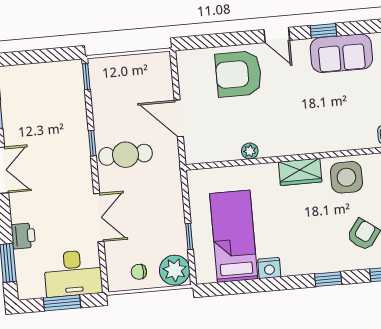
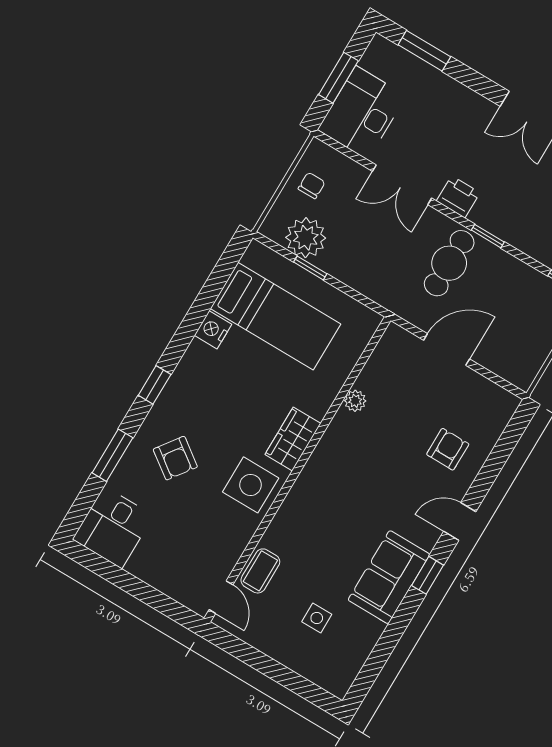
armchair: (238, 74) -> (448, 449), width x0.53, depth x0.53
printer: (23, 236) -> (458, 197), moved, turned 180
plant: (175, 270) -> (306, 238), moved

